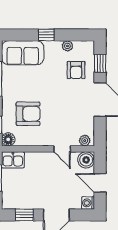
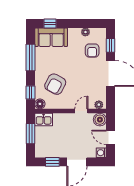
window: (46, 35) -> (50, 24), moved
armchair: (28, 114) -> (55, 84), turned 118
door: (62, 149) -> (81, 111), swing flipped

